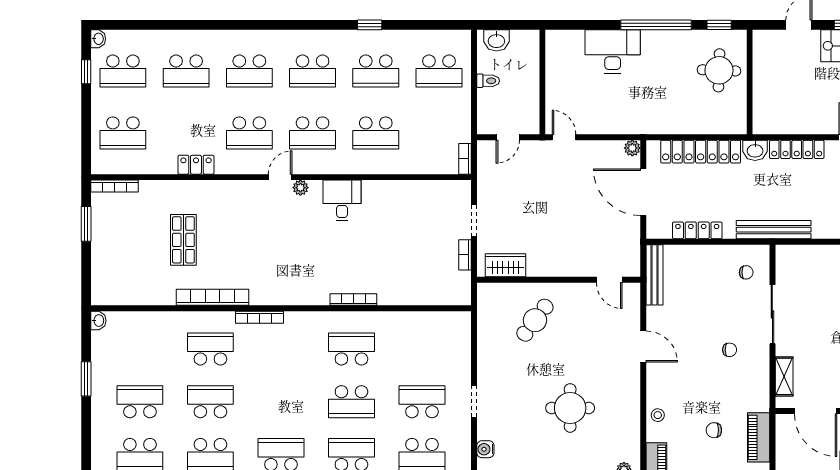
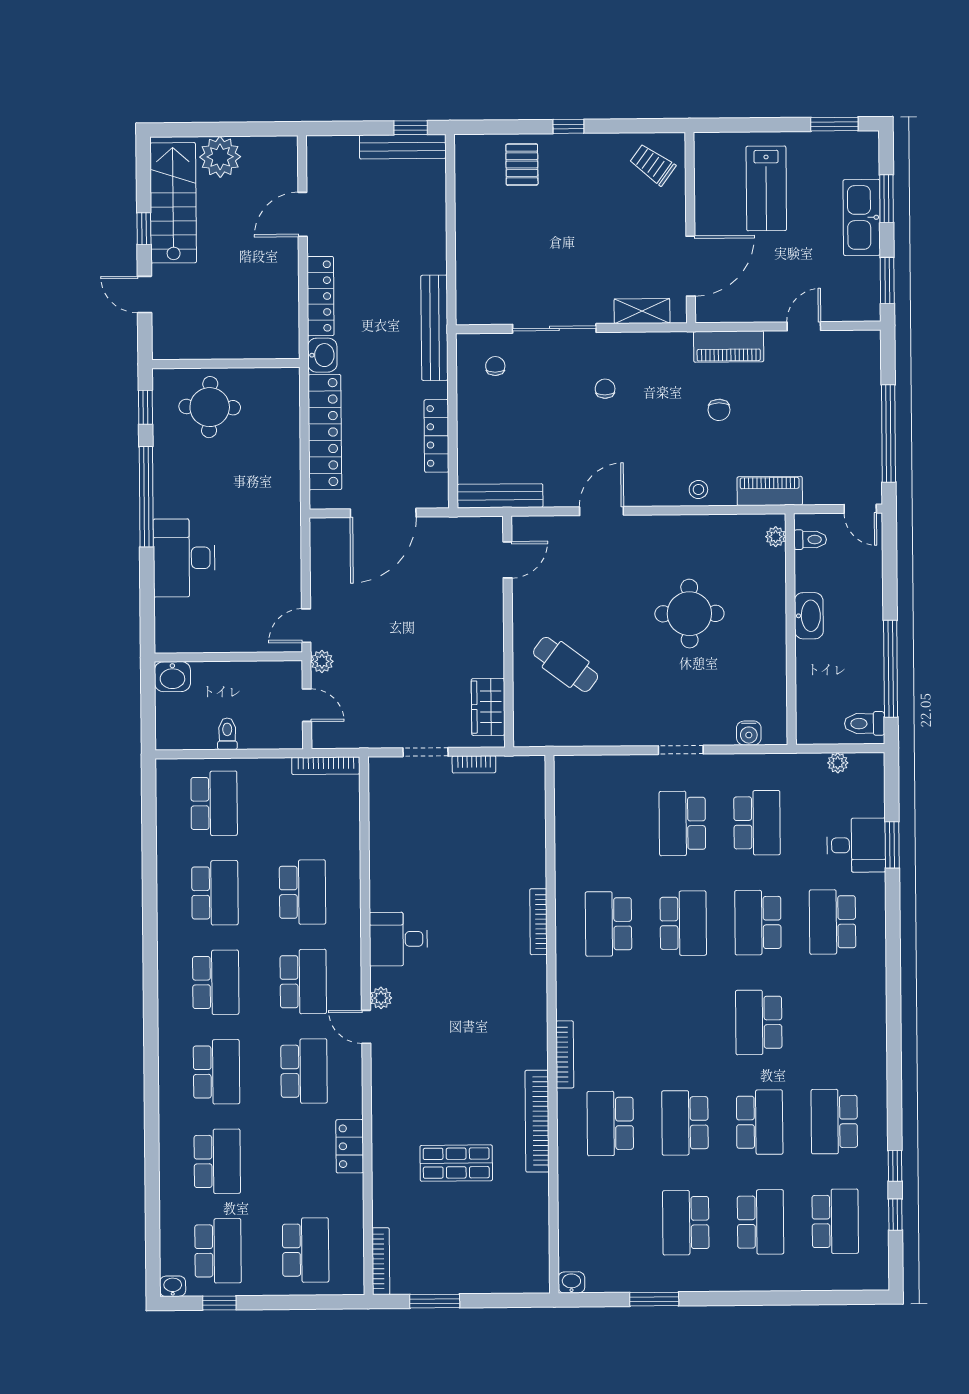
window: (370, 25) -> (150, 902), removed
washbasin: (496, 40) -> (172, 677), moved, turned 90
plant: (632, 148) -> (322, 661), moved
bookcase: (465, 159) -> (326, 766), width x1.56

